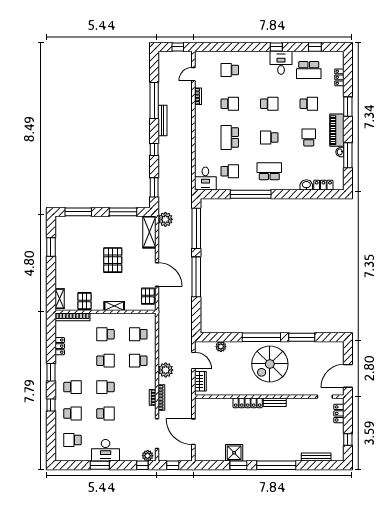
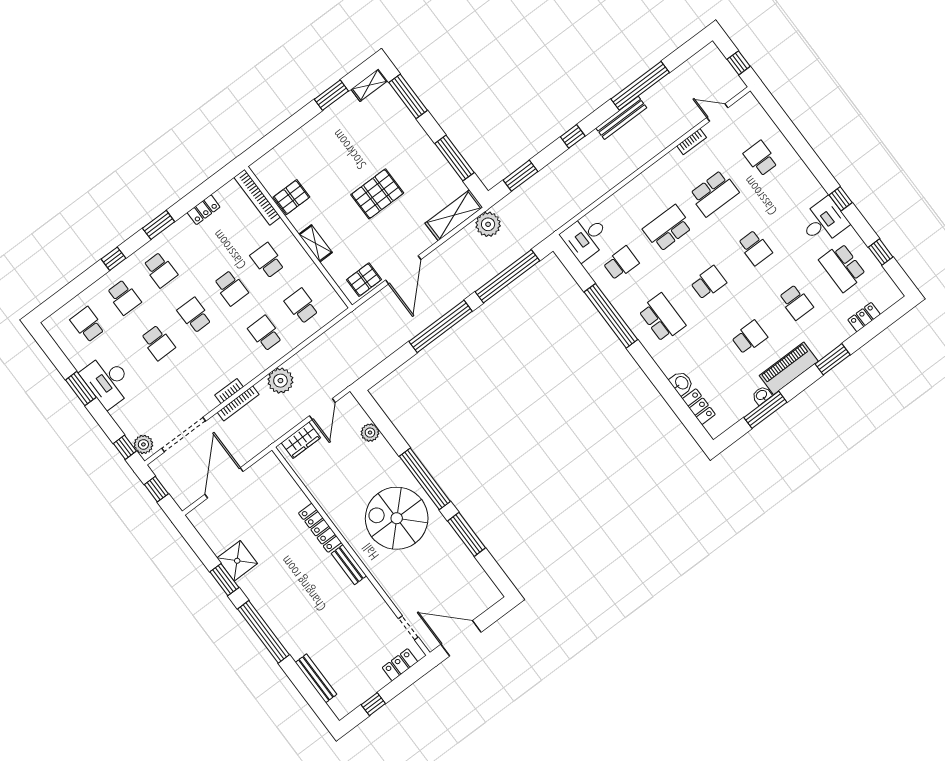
school desk: (230, 104) -> (714, 193), width x1.85
school desk: (269, 137) -> (708, 283), turned 90
school desk: (230, 171) -> (621, 263), turned -90
shelving: (60, 299) -> (369, 85), moved

